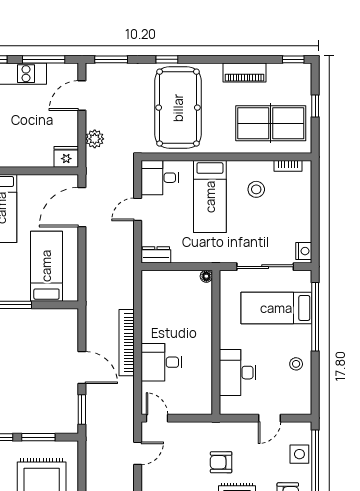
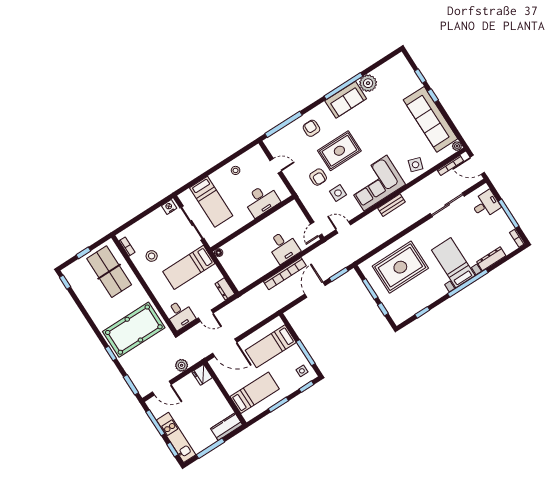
piano: (244, 72) -> (90, 305), removed
bed: (210, 197) -> (189, 267), moved, turned 180
window: (315, 317) -> (202, 177), removed
side table: (299, 454) -> (338, 193), moved

